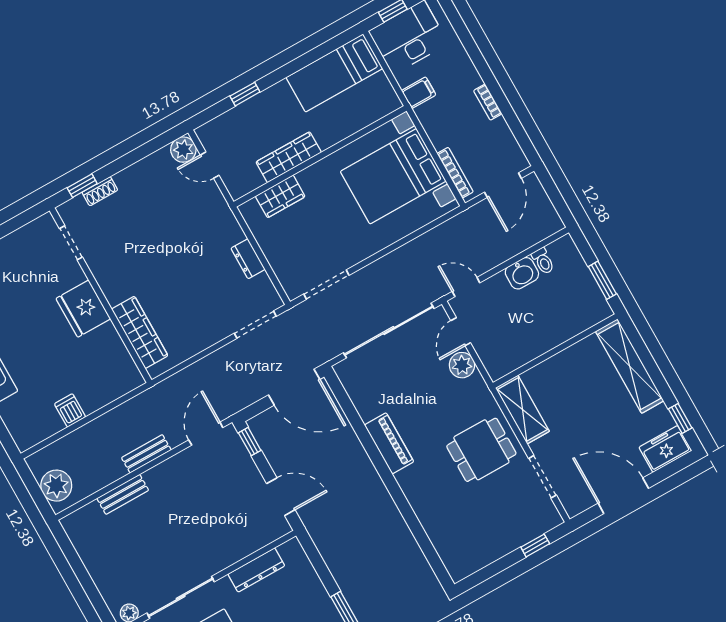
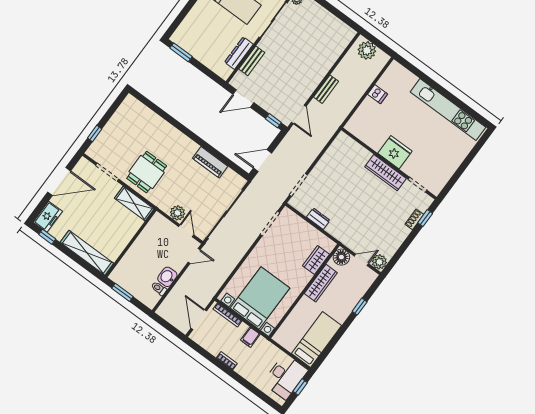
filing cabinet: (419, 93) -> (250, 337), moved
floor lamp: (239, 183) -> (341, 257), added
wardrobe: (140, 332) -> (385, 173), moved
door: (294, 387) -> (262, 161), width x0.73
piano: (389, 443) -> (210, 162), moved
bench: (123, 494) -> (252, 61), moved

